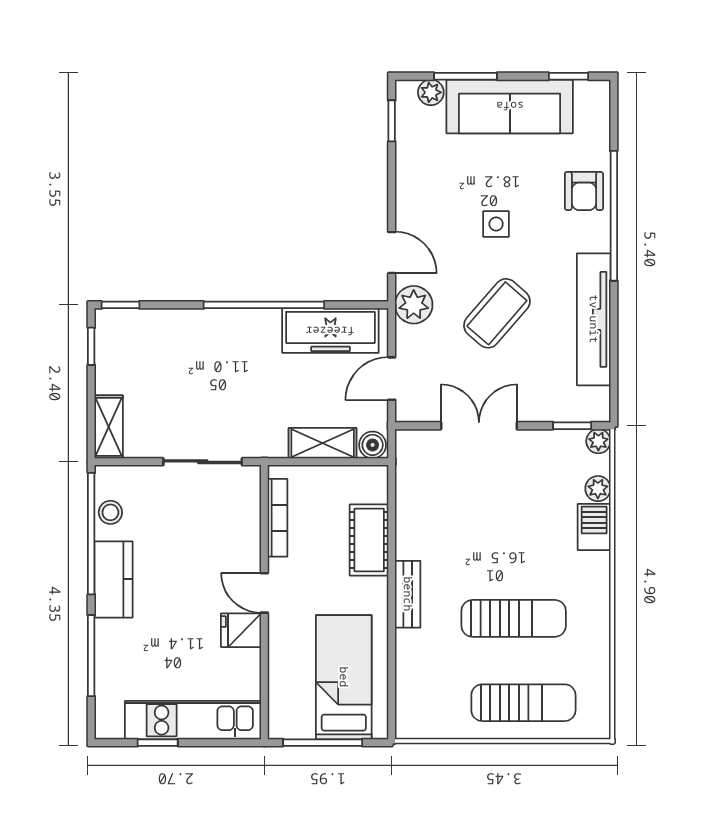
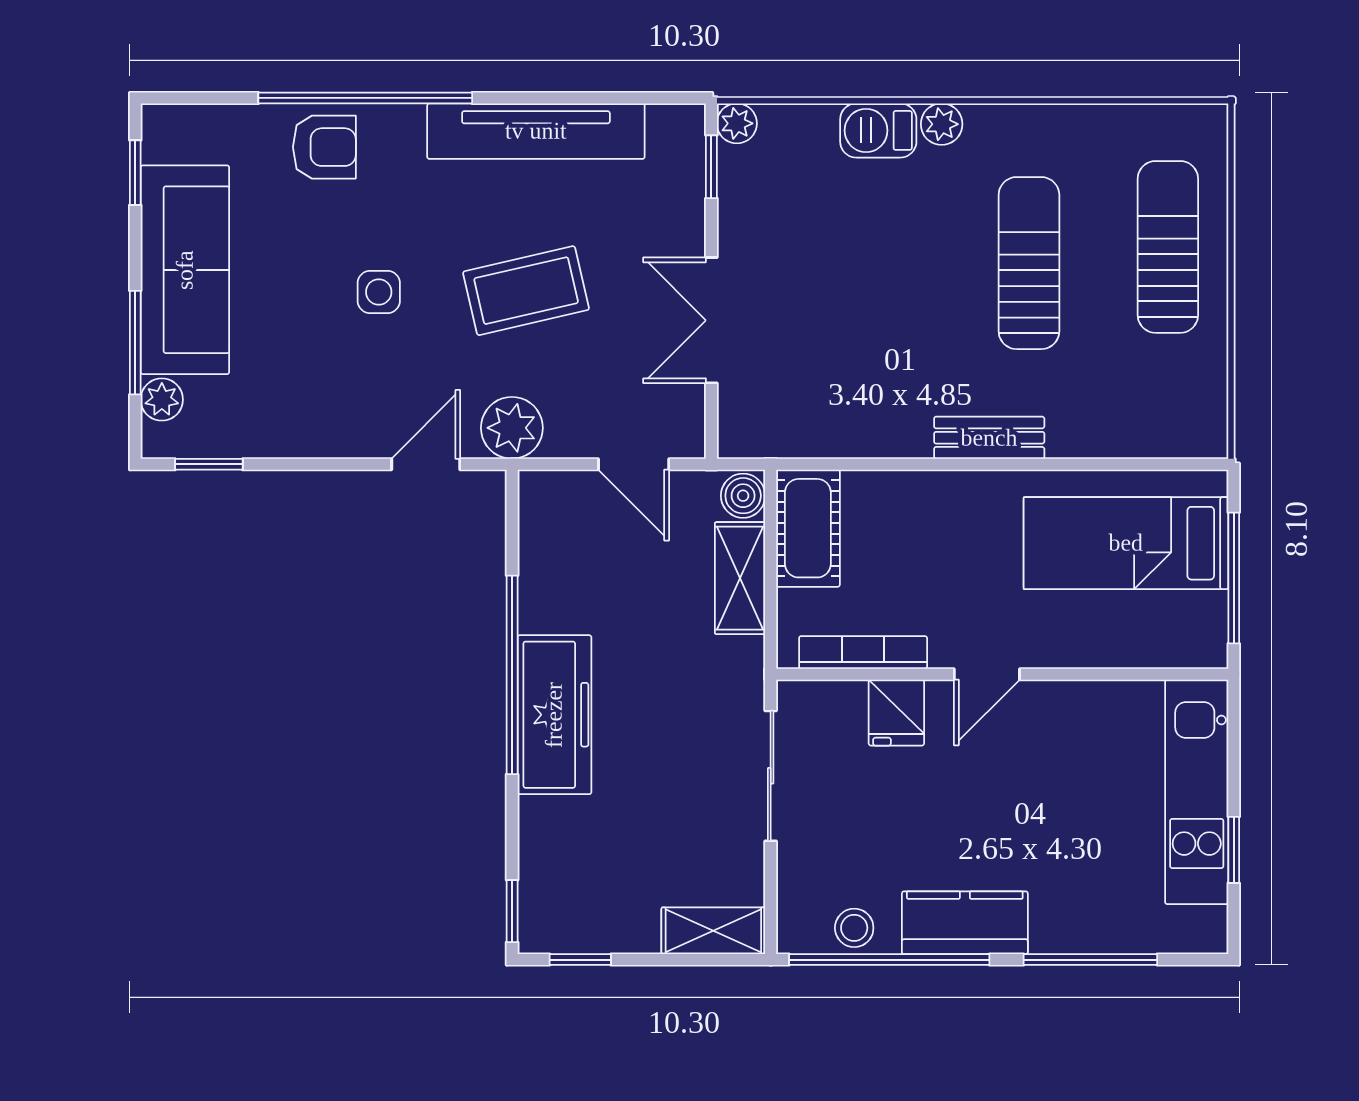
coffee table: (497, 313) -> (526, 291), turned -54
freezer: (330, 331) -> (554, 715), moved
plant: (598, 489) -> (942, 124), moved
cot: (369, 540) -> (808, 528), moved, turned 90
fridge: (241, 630) -> (896, 713), moved

